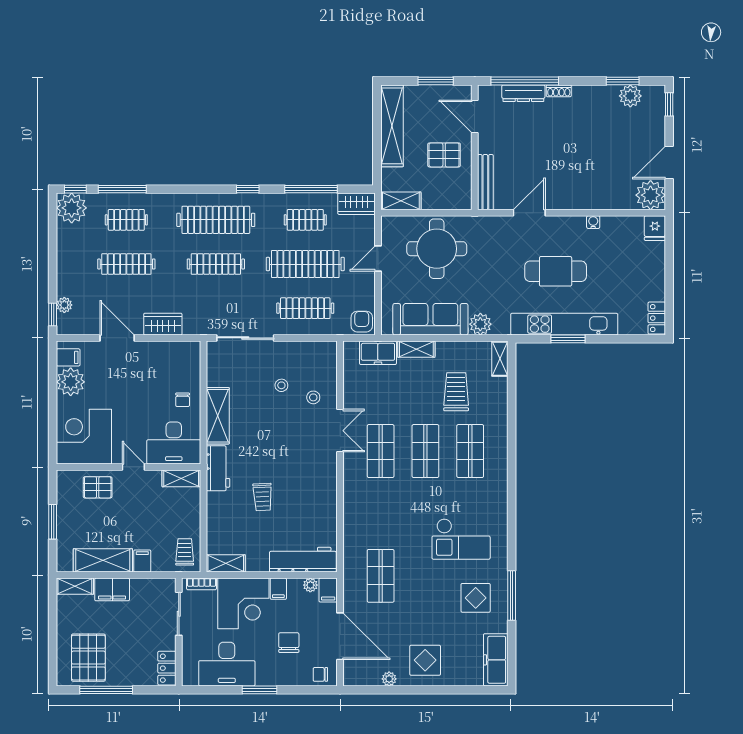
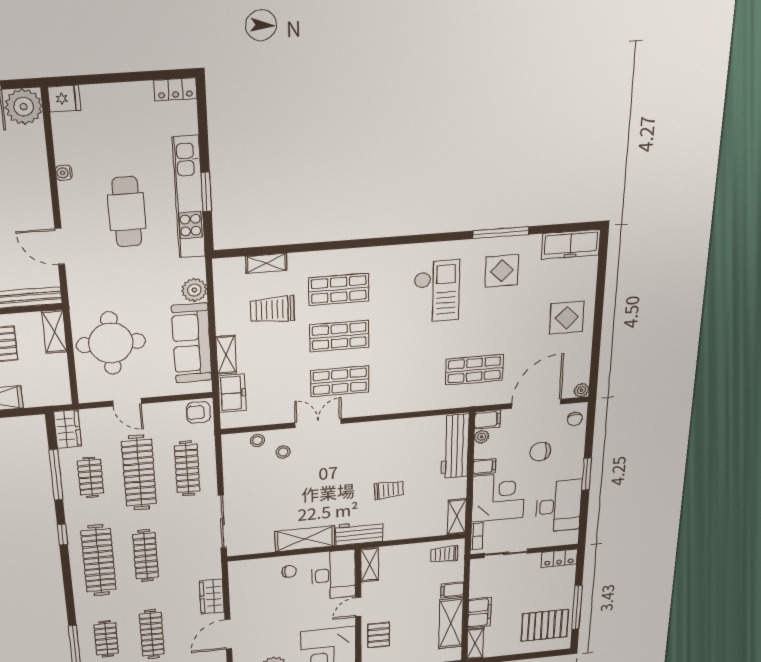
shelving: (401, 201) -> (54, 332), moved
shelving: (500, 359) -> (266, 263), moved
stool: (281, 385) -> (257, 440), moved
plant: (389, 679) -> (581, 390), moved

